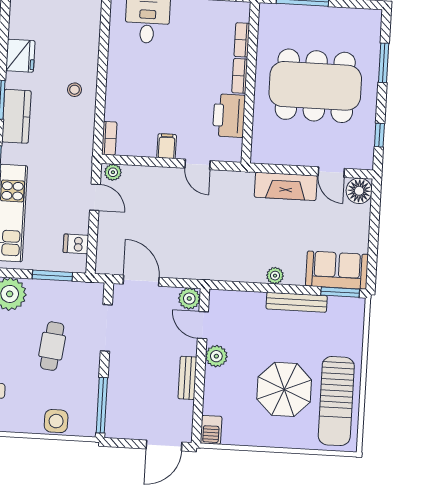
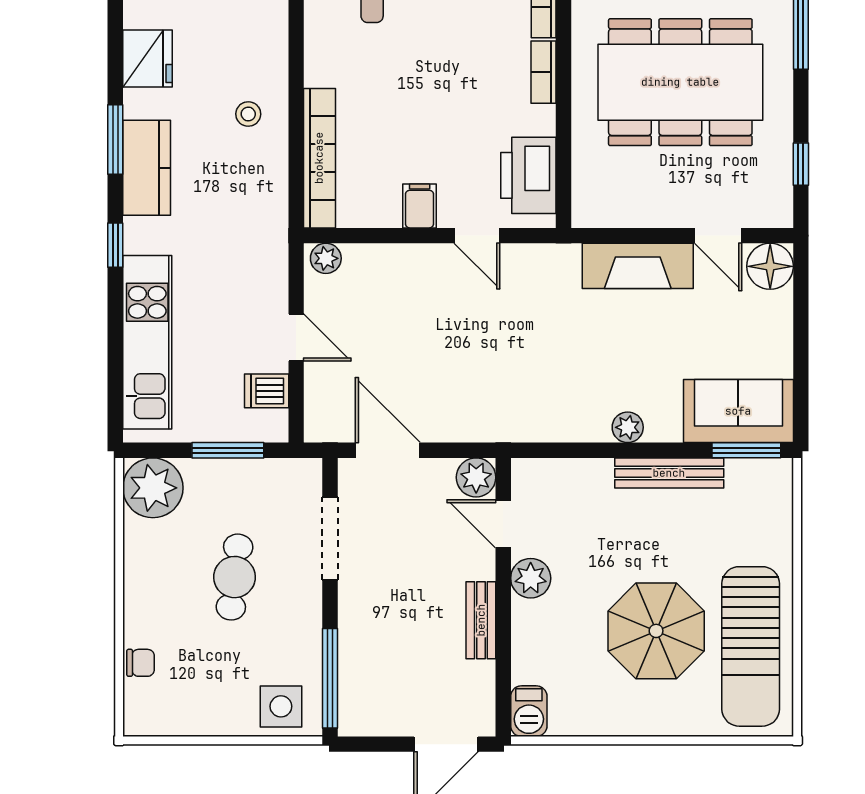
printer: (229, 116) -> (528, 175), moved
bookcase: (109, 138) -> (319, 158), width x2.31, depth x1.31
door: (95, 197) -> (296, 337), moved
side table: (56, 421) -> (281, 706), moved

